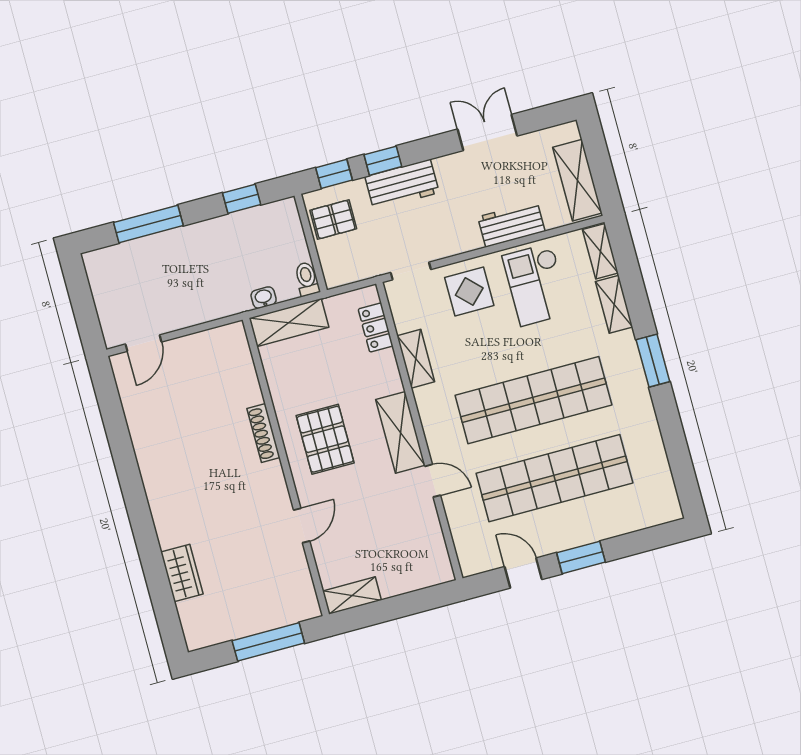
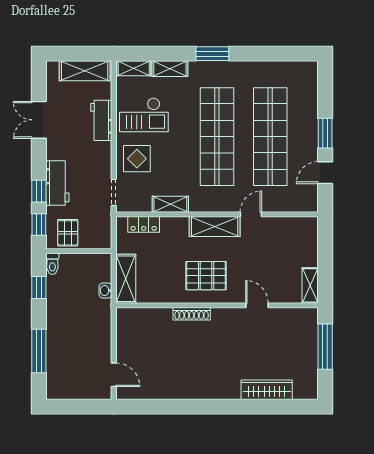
toilet: (307, 279) -> (52, 264), moved, turned -90
wardrobe: (182, 573) -> (267, 390), width x1.50

